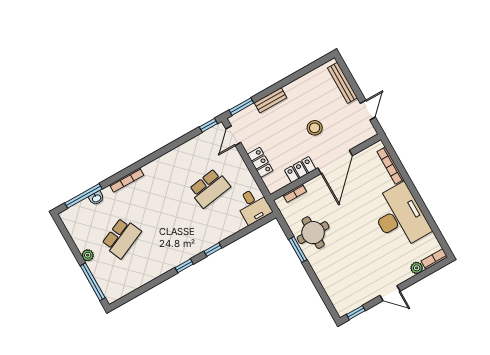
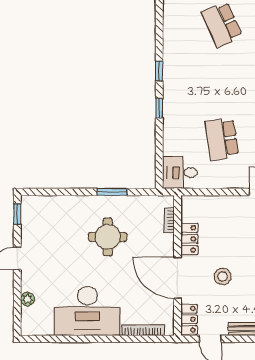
locker: (260, 162) -> (189, 319), moved, turned -90
round table: (313, 233) -> (108, 237), moved
bookcase: (434, 259) -> (26, 321), removed

